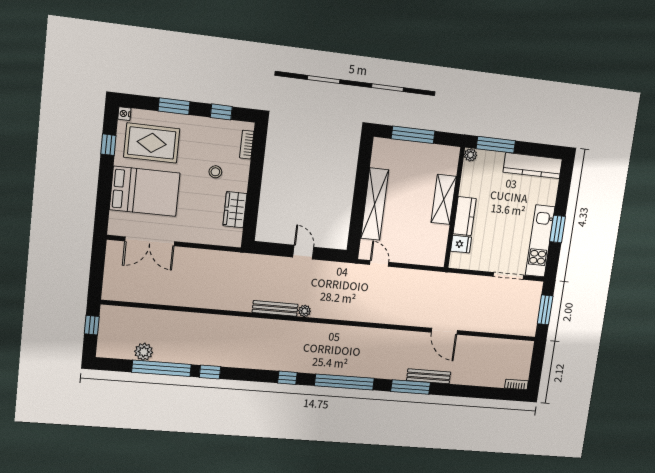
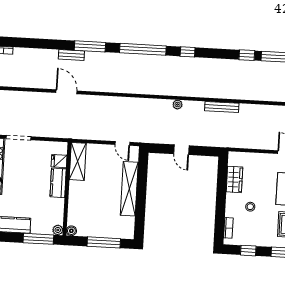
boiler: (453, 153) -> (71, 231), added
shelving: (444, 199) -> (78, 161), moved
bench: (275, 308) -> (222, 107), moved
bench: (429, 376) -> (71, 55), width x0.73

